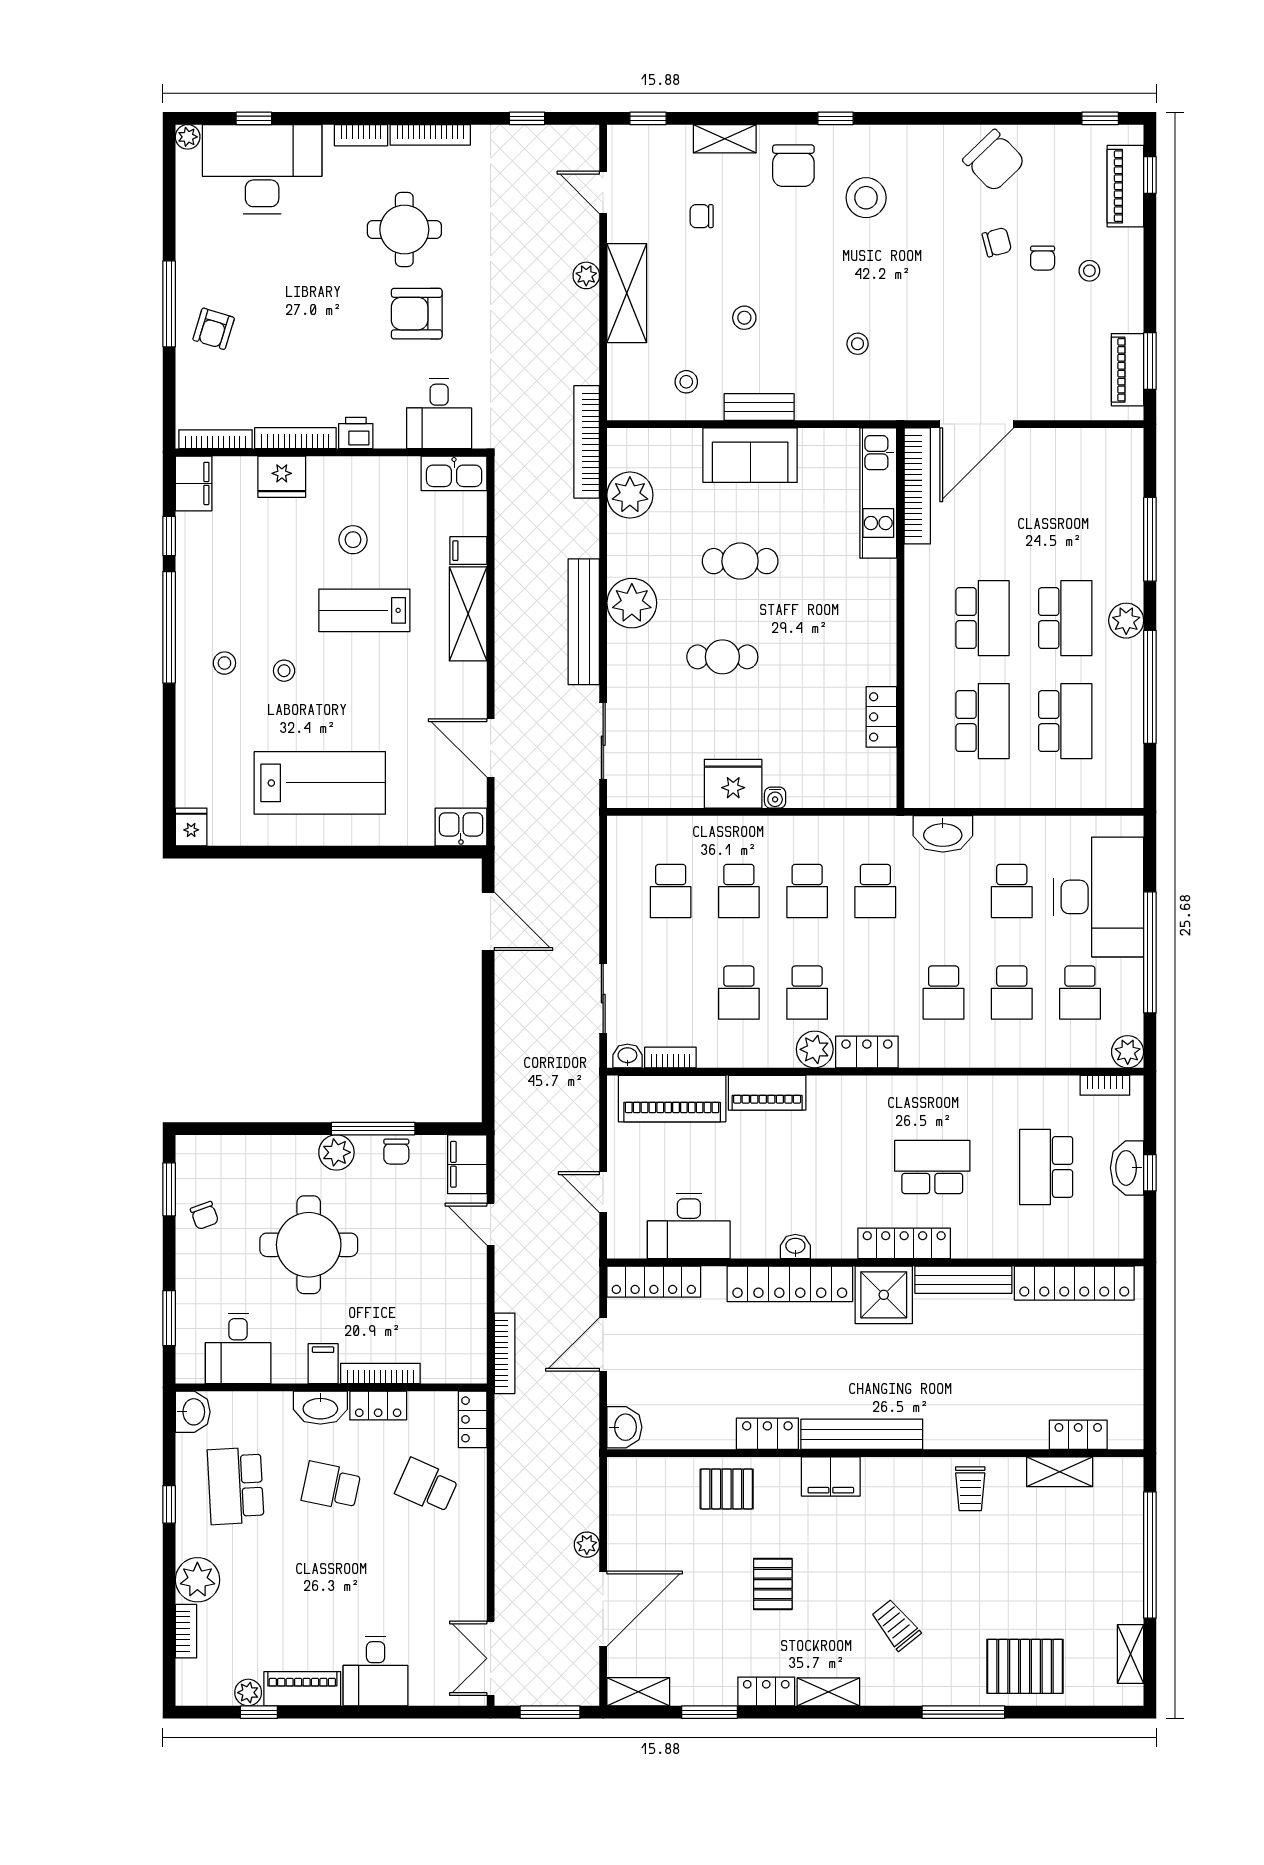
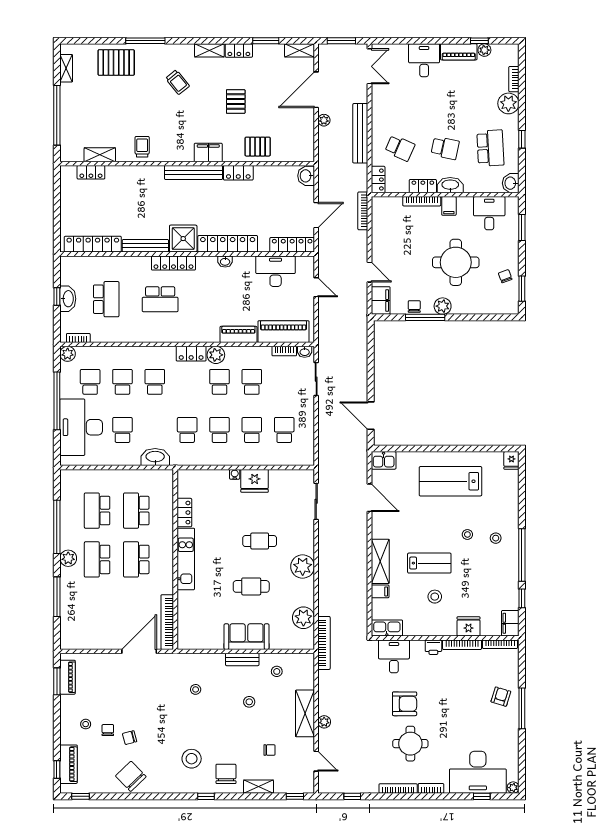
kitchen unit: (878, 493) -> (186, 559), moved
bench: (584, 622) -> (360, 133), moved

